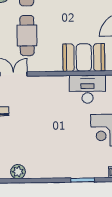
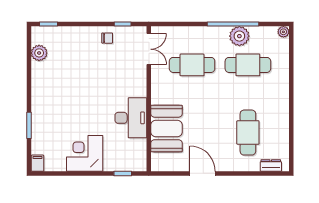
desk: (87, 89) -> (131, 118), moved

